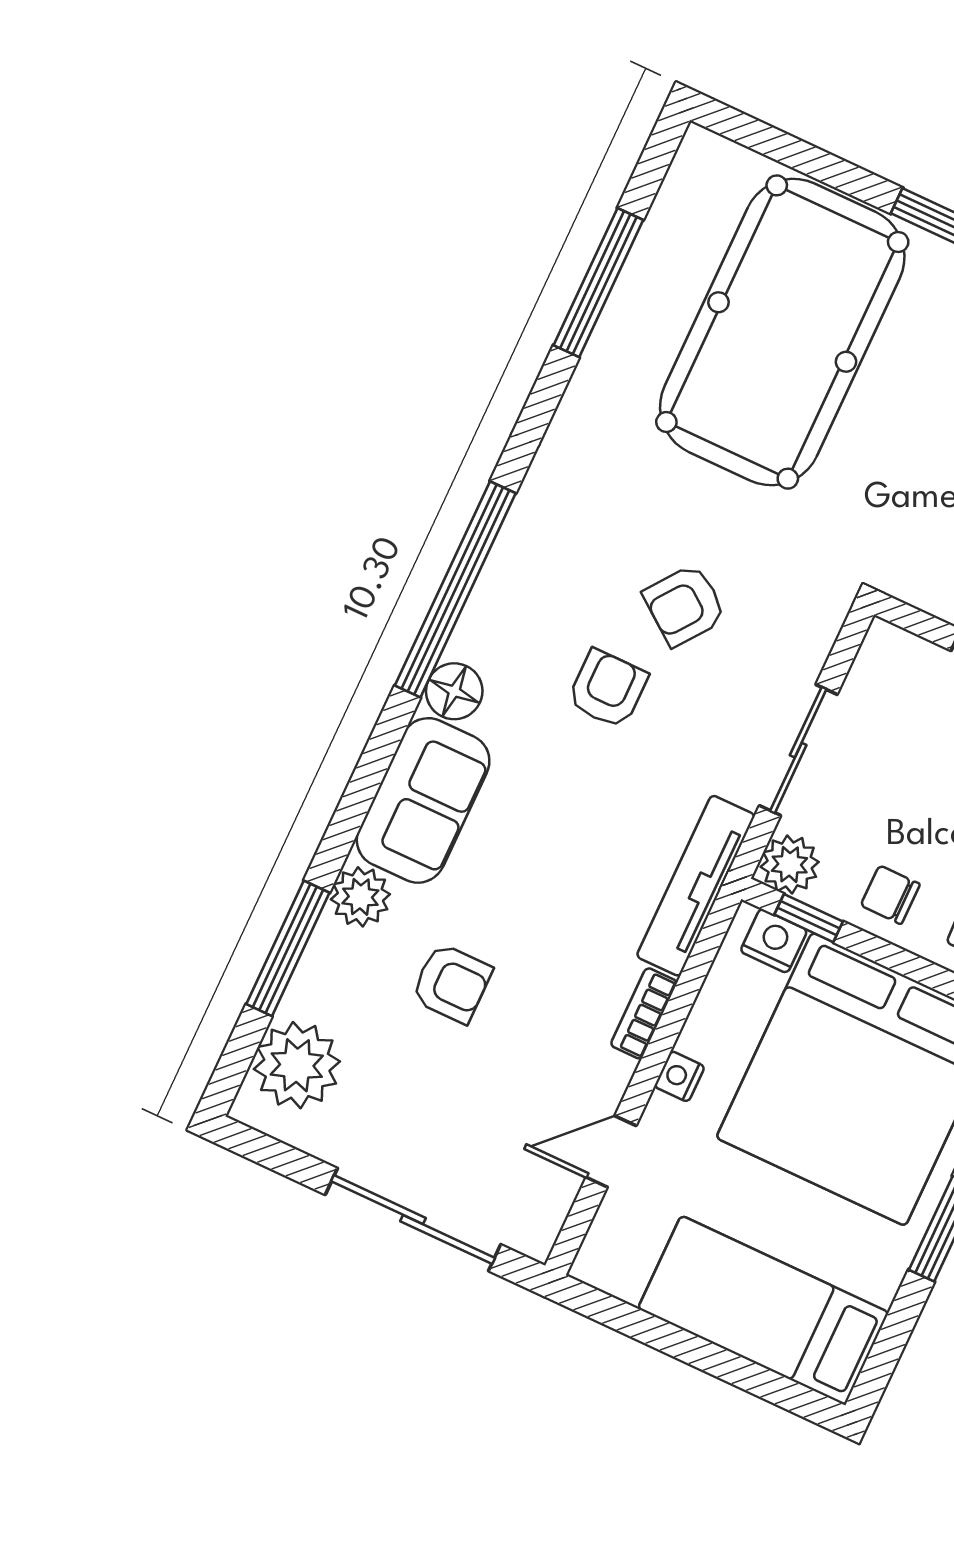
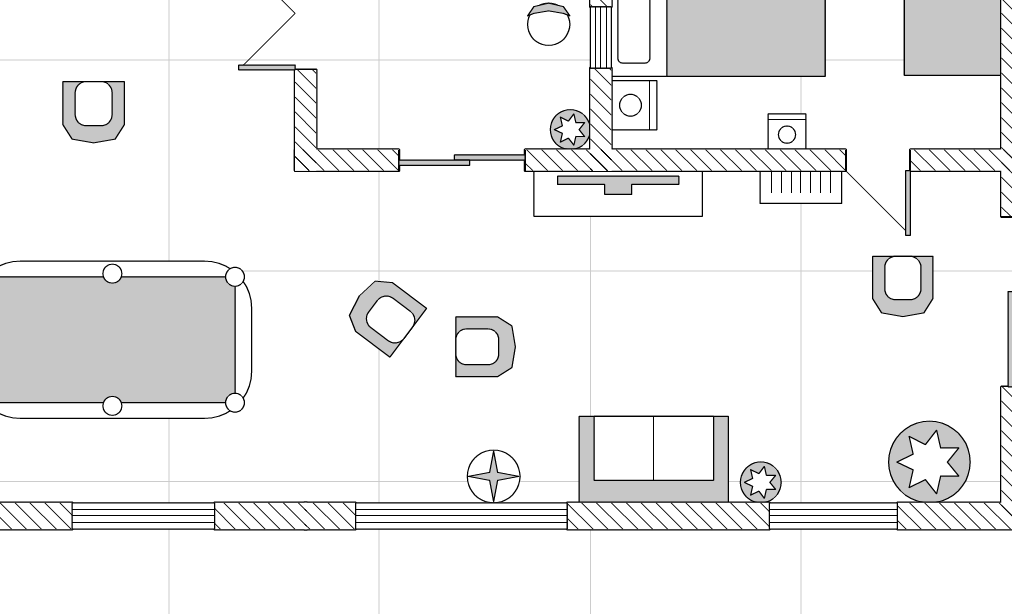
floor lamp: (454, 691) -> (494, 476), moved
plant: (790, 864) -> (570, 130), width x0.73, depth x0.73
plant: (360, 897) -> (761, 482), width x0.73, depth x0.73
window: (809, 918) -> (601, 37), moved
armchair: (452, 983) -> (903, 286), moved
bookcase: (644, 1013) -> (801, 187), moved

